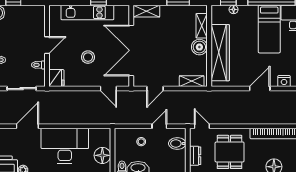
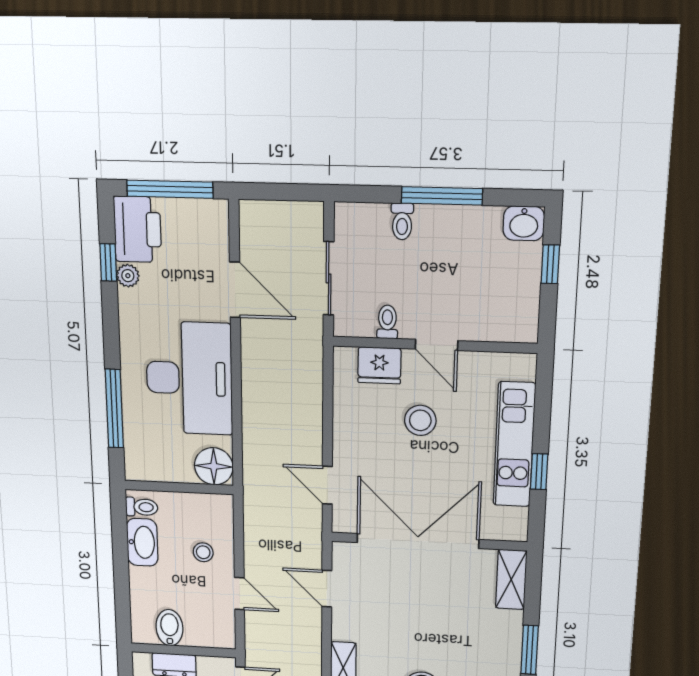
stool: (88, 57) -> (420, 420), moved
fridge: (56, 78) -> (379, 365), moved
door: (108, 89) -> (327, 485), hinge flipped
bidet: (177, 143) -> (169, 628), moved
floor lamp: (102, 155) -> (214, 466), moved

